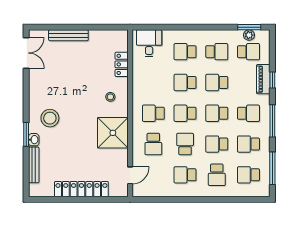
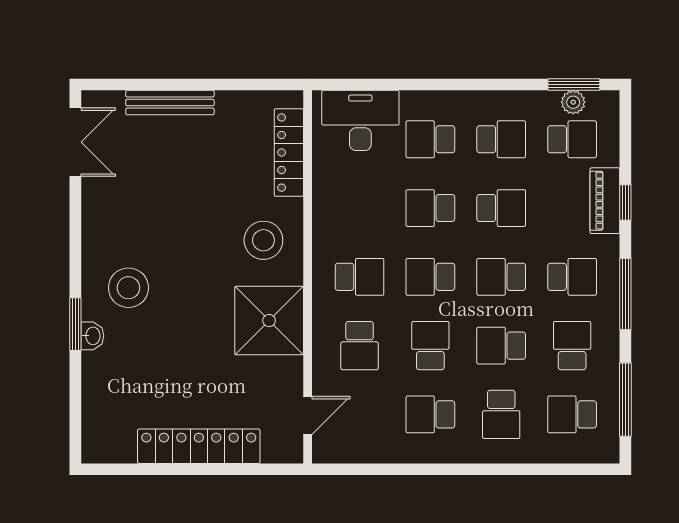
desk: (149, 43) -> (360, 120), width x1.37
locker: (122, 64) -> (289, 153), width x1.53
school desk: (217, 82) -> (501, 208), turned 180
stool: (110, 97) -> (263, 240), width x1.89, depth x1.89
school desk: (153, 113) -> (360, 277), turned 180
school desk: (248, 144) -> (572, 346), turned 90
bench: (34, 165) -> (92, 392), removed

